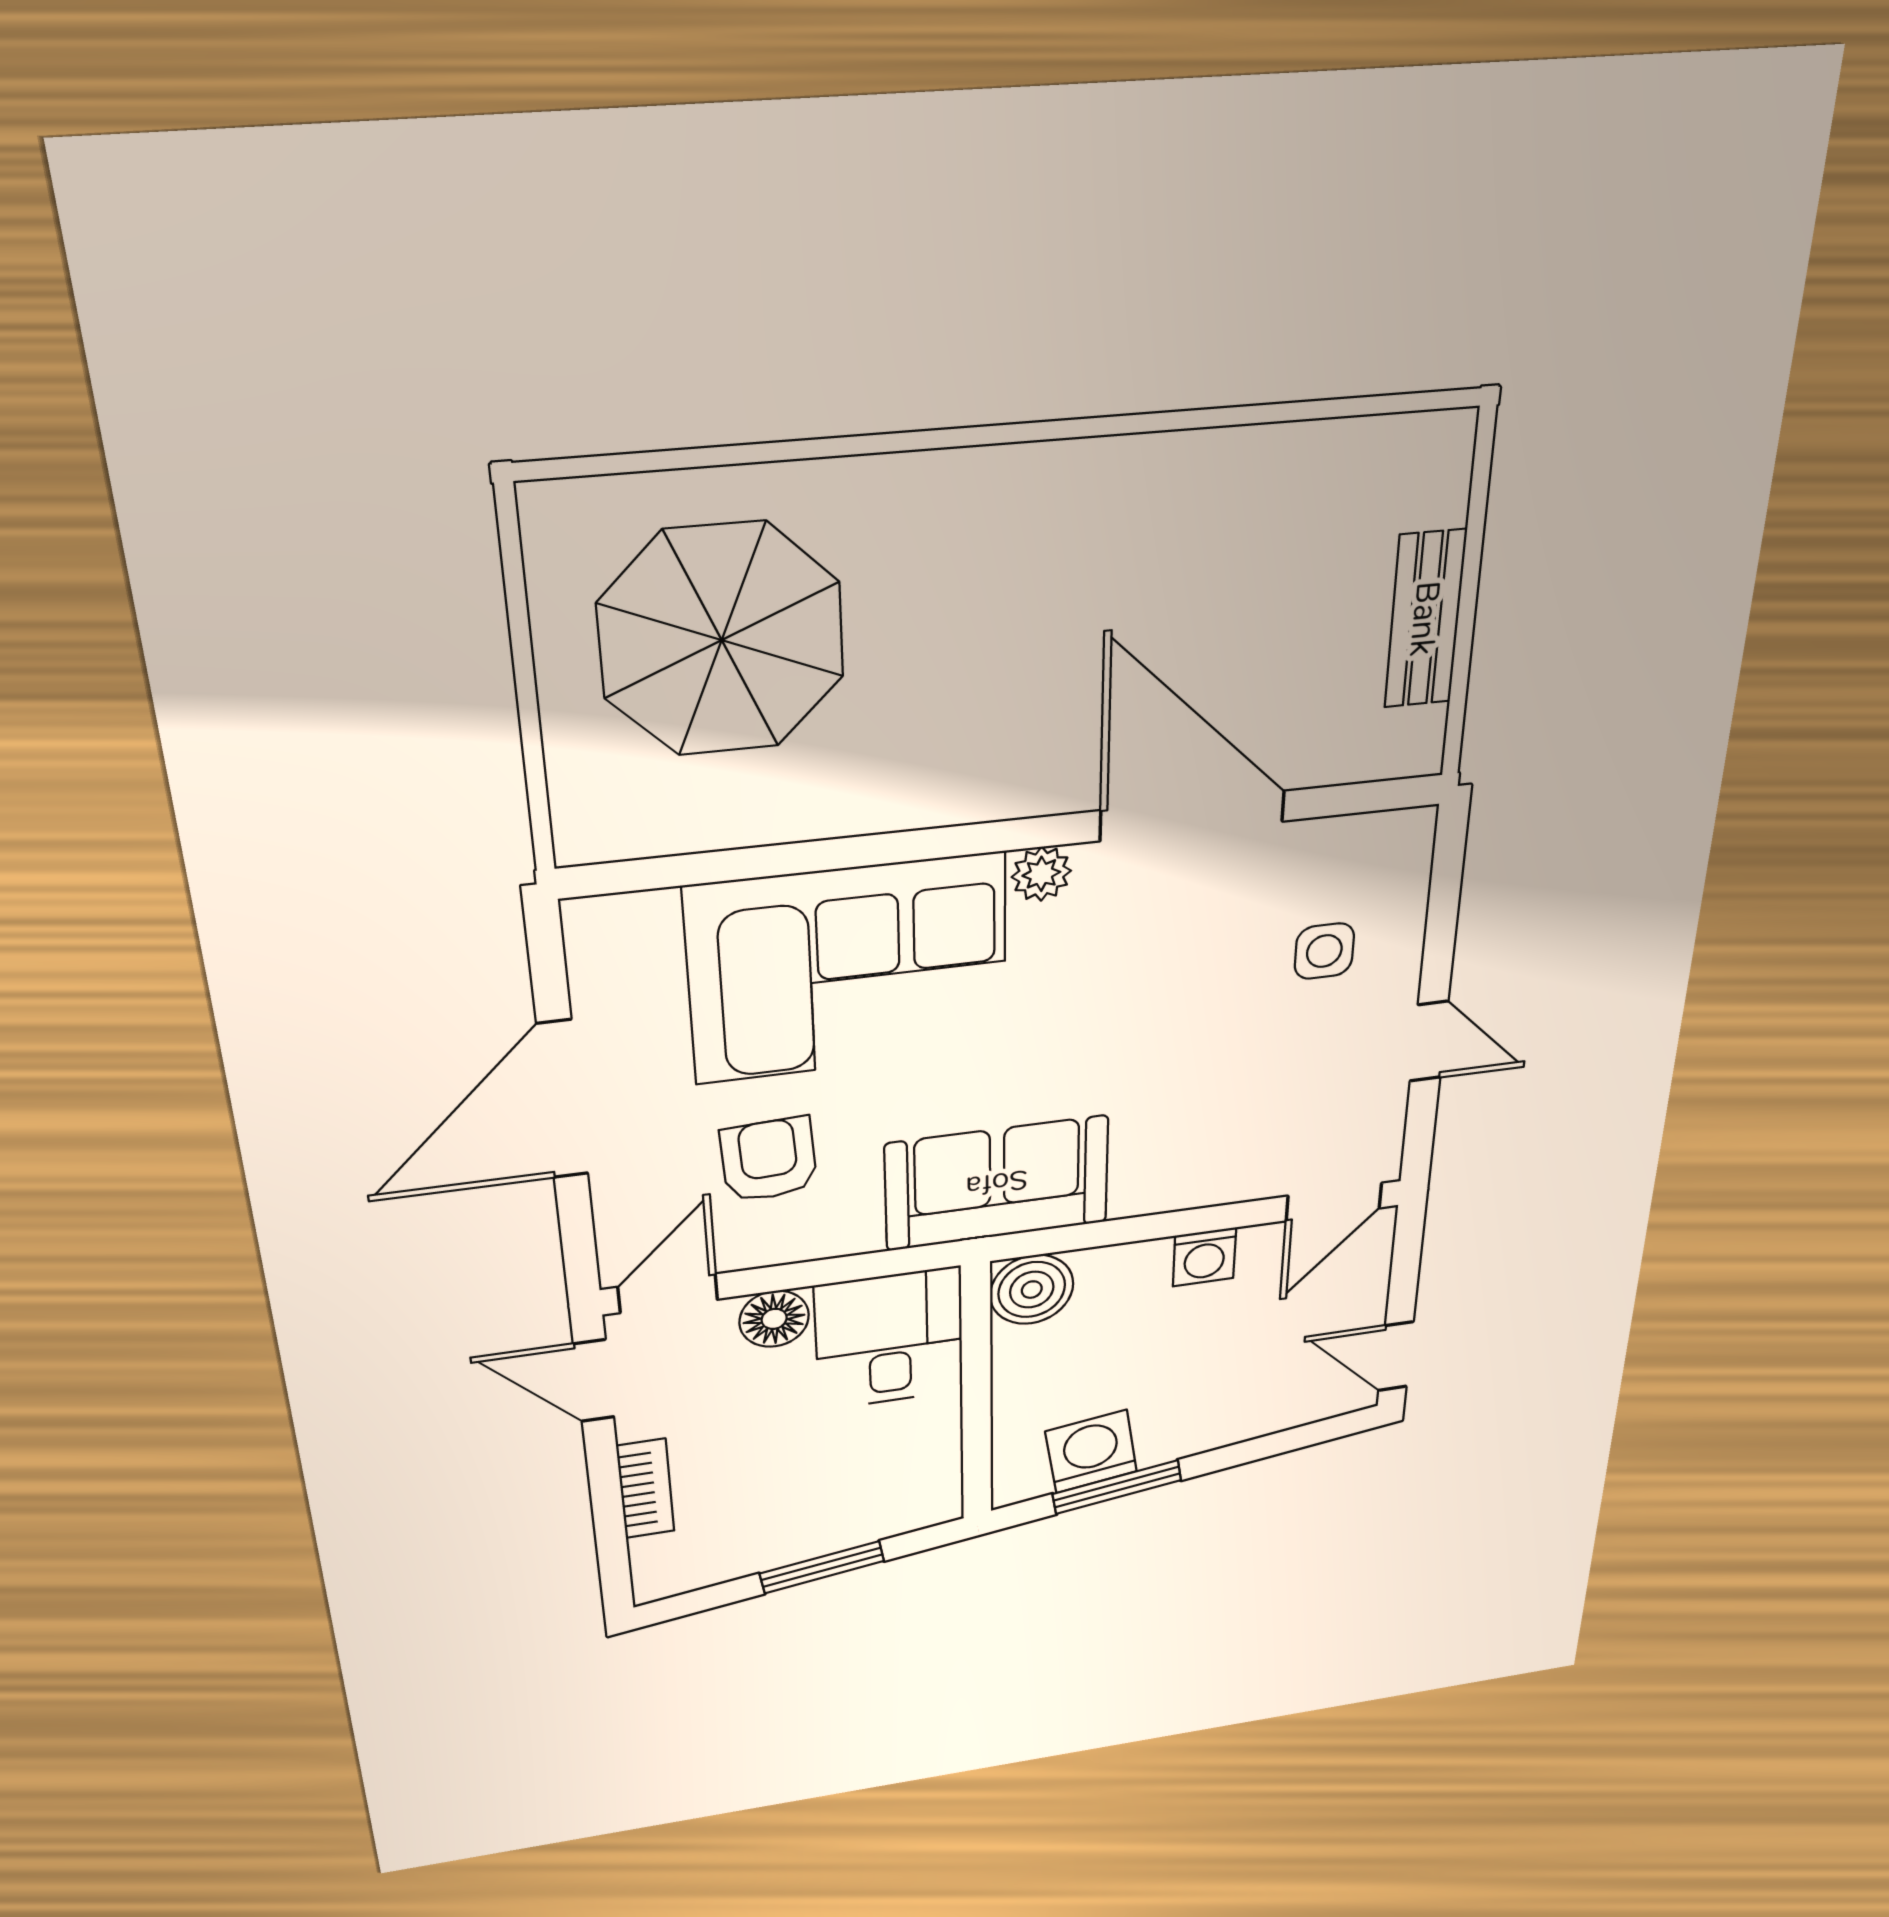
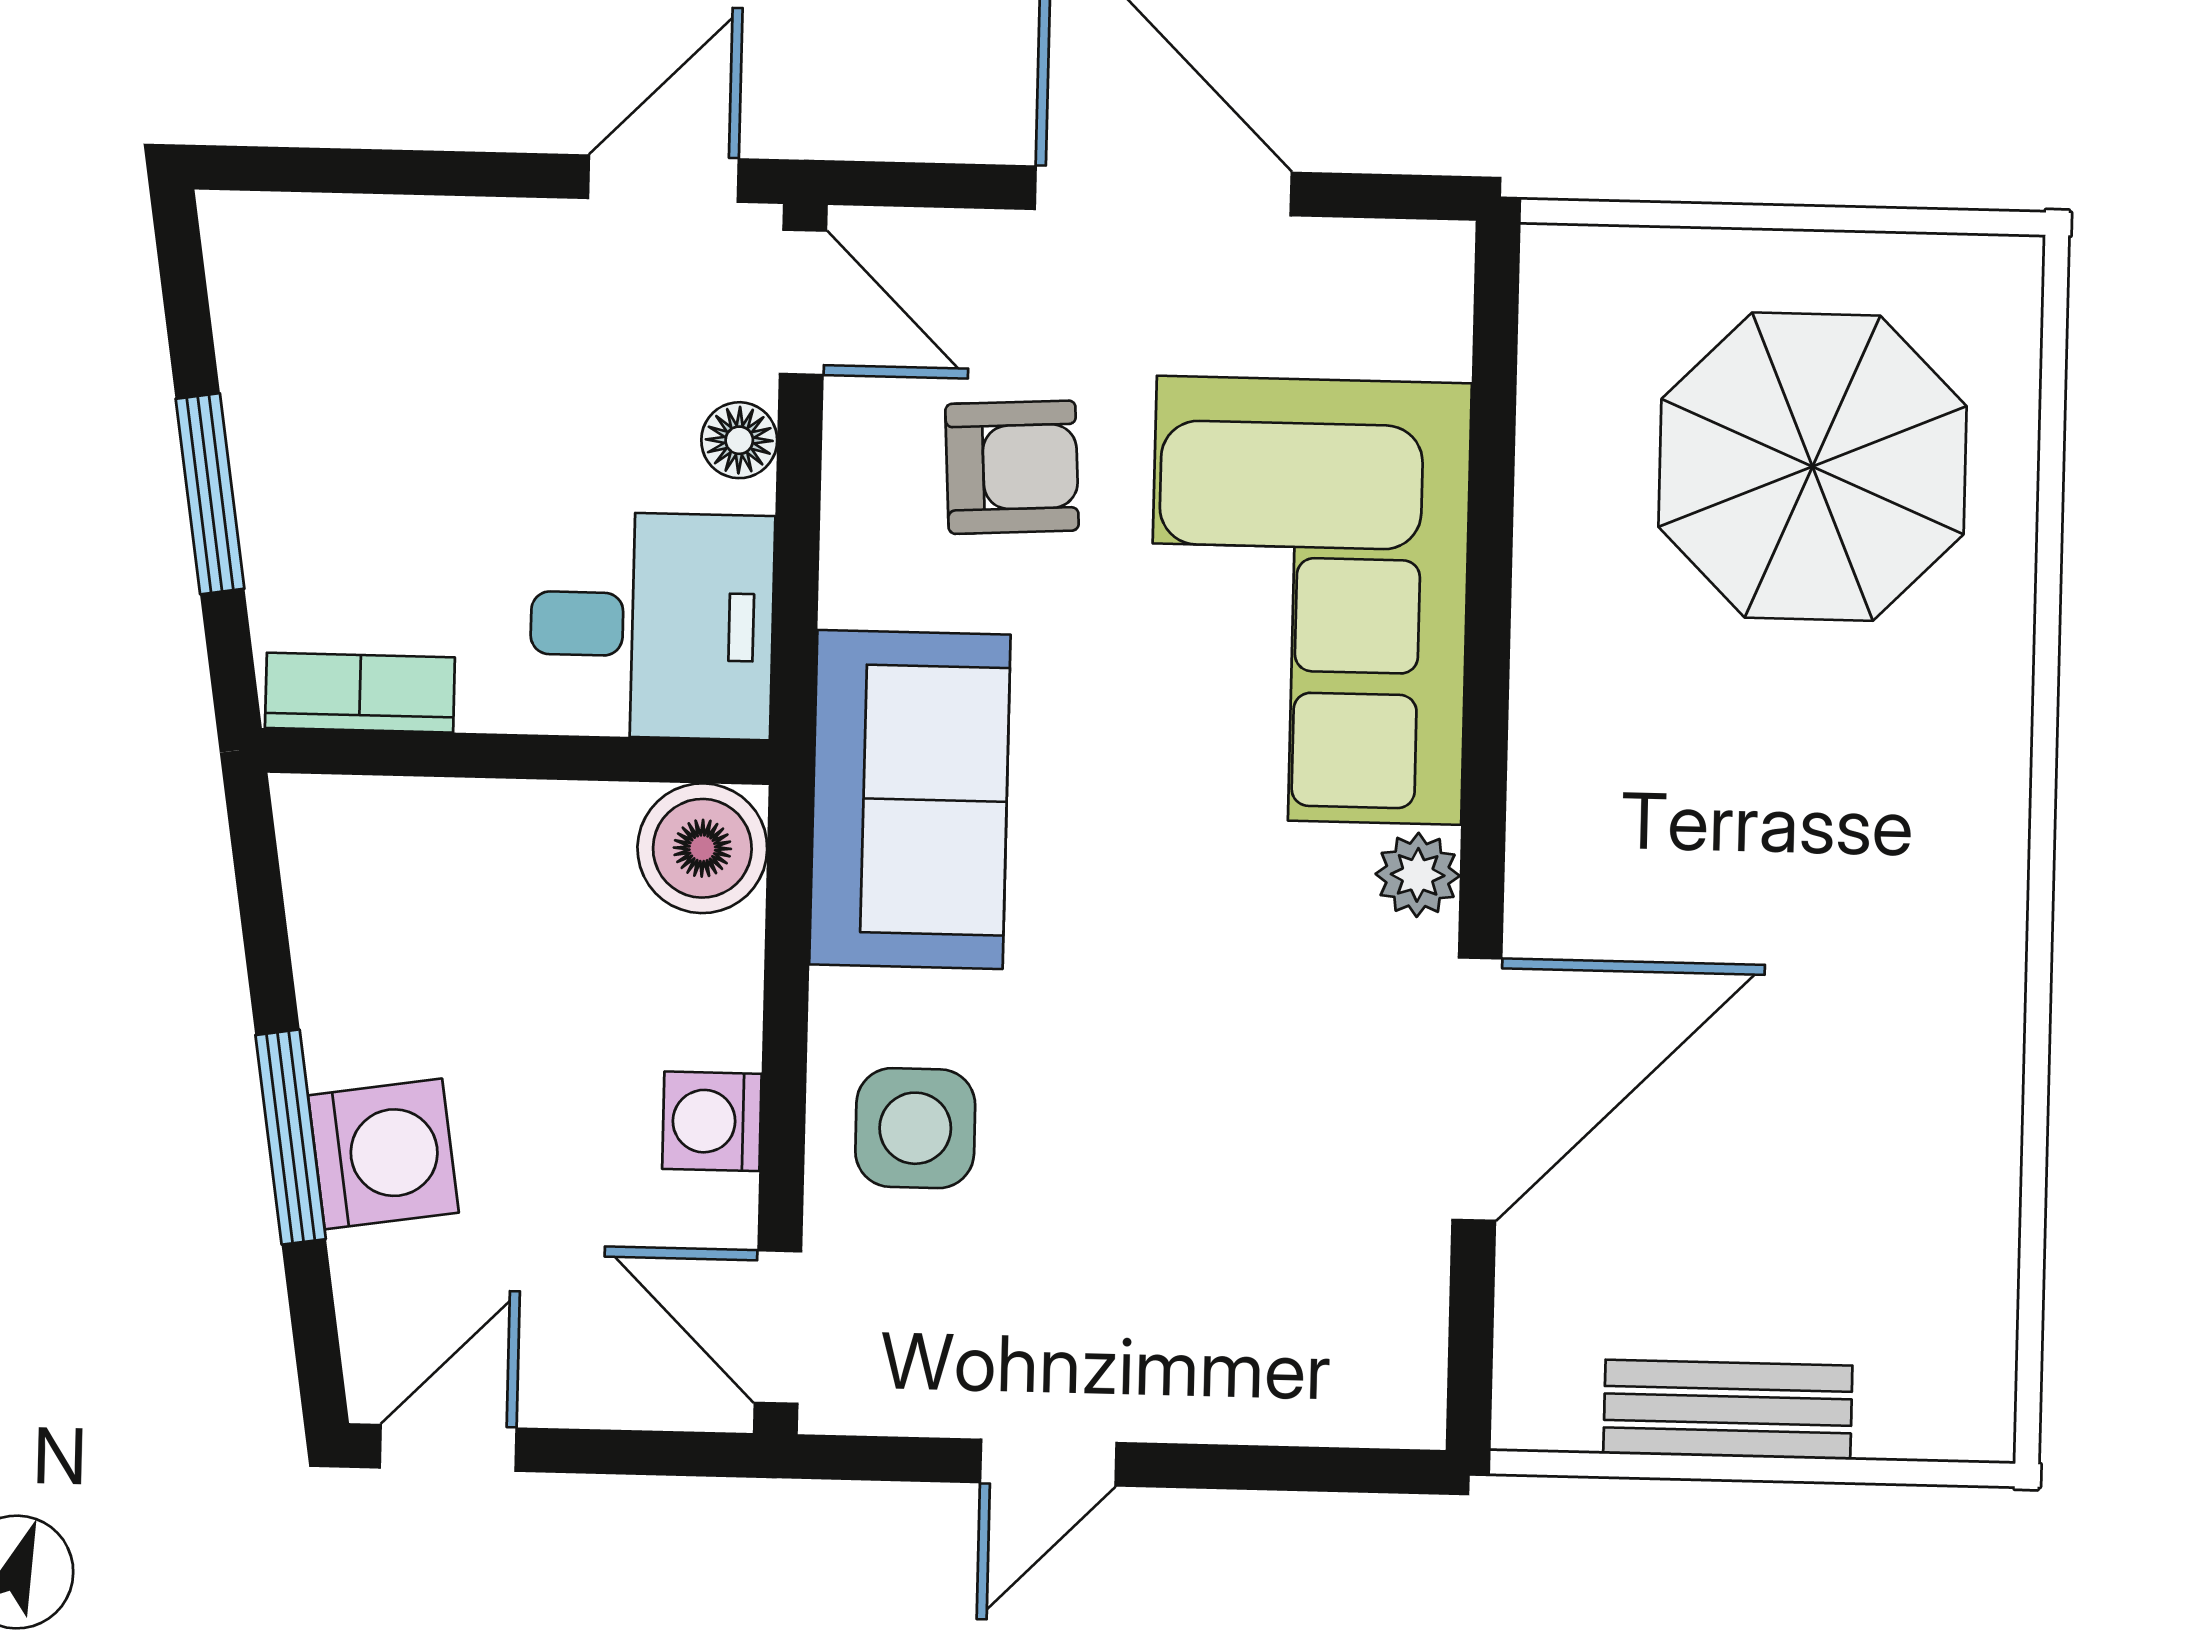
side table: (1324, 951) -> (915, 1128), moved, width x1.37, depth x1.37
floor lamp: (774, 1319) -> (739, 440), width x0.73, depth x0.73
washing machine: (1091, 1452) -> (383, 1154), moved
window: (1117, 1487) -> (291, 1137), moved
bookcase: (645, 1489) -> (360, 693), moved, turned 180

